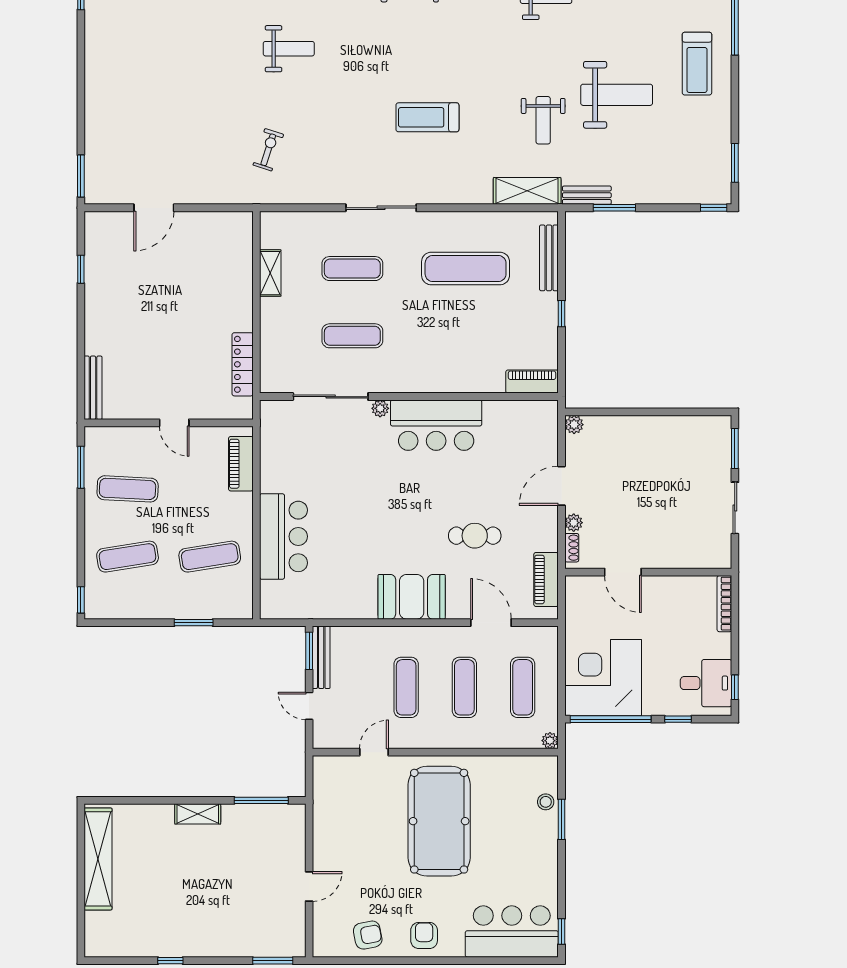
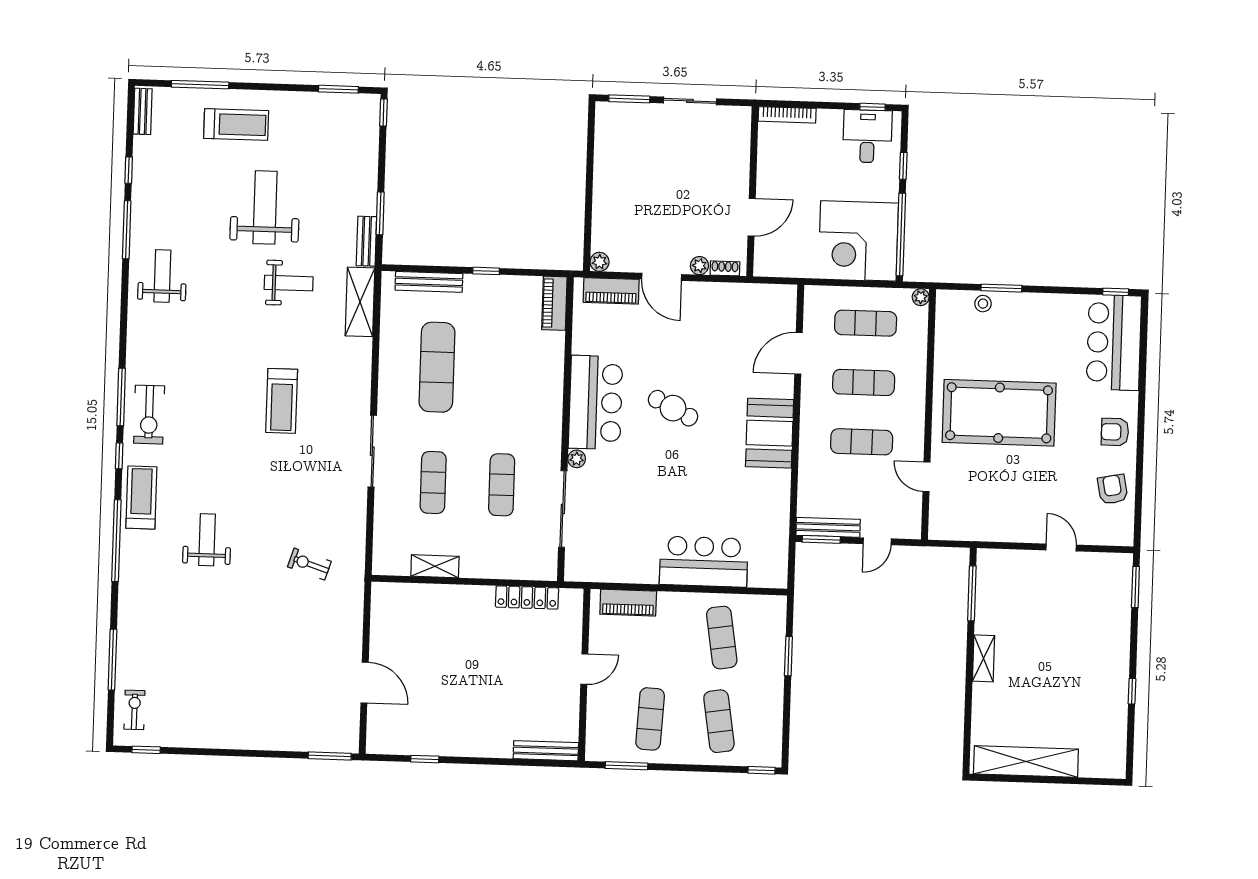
cafe table: (475, 536) -> (673, 408), moved, turned -63
piano: (546, 579) -> (611, 291), moved

